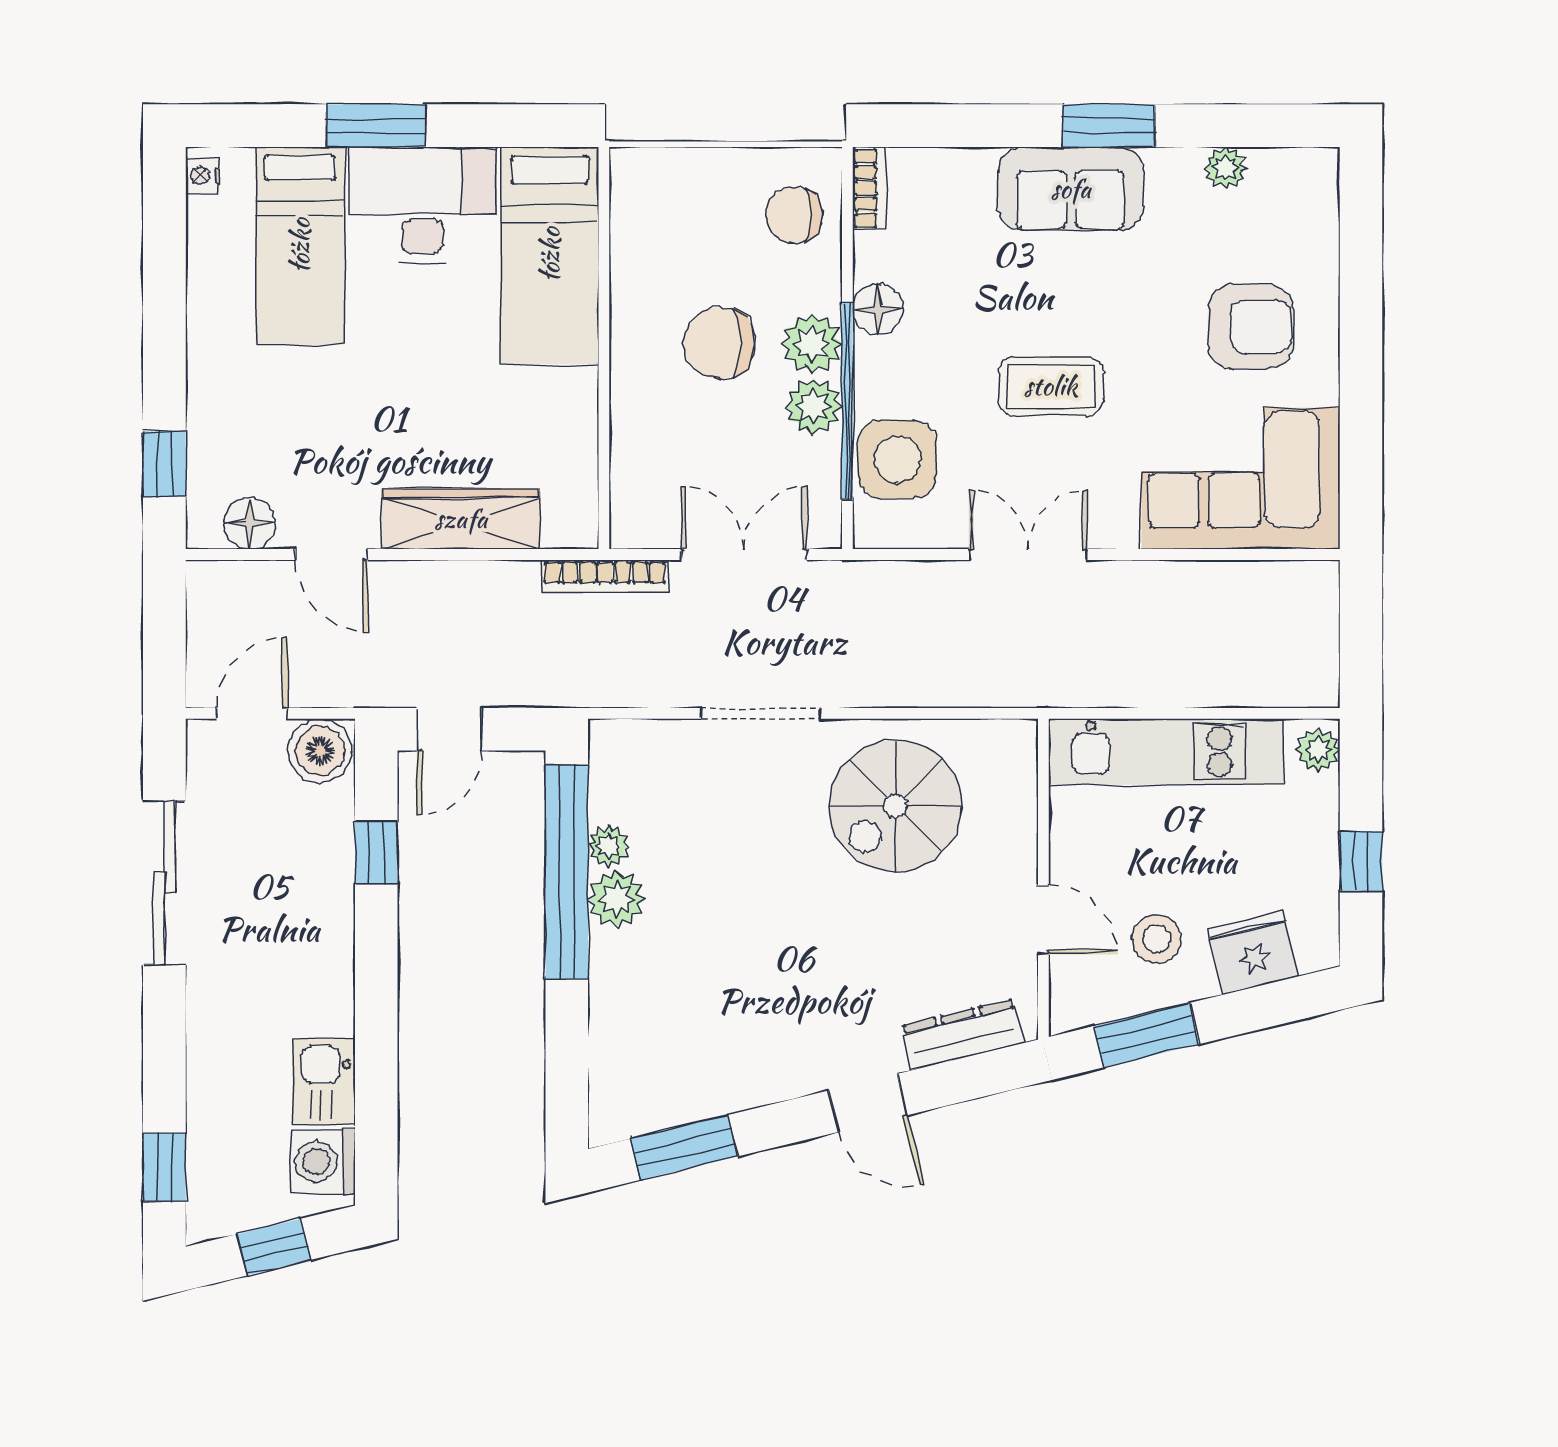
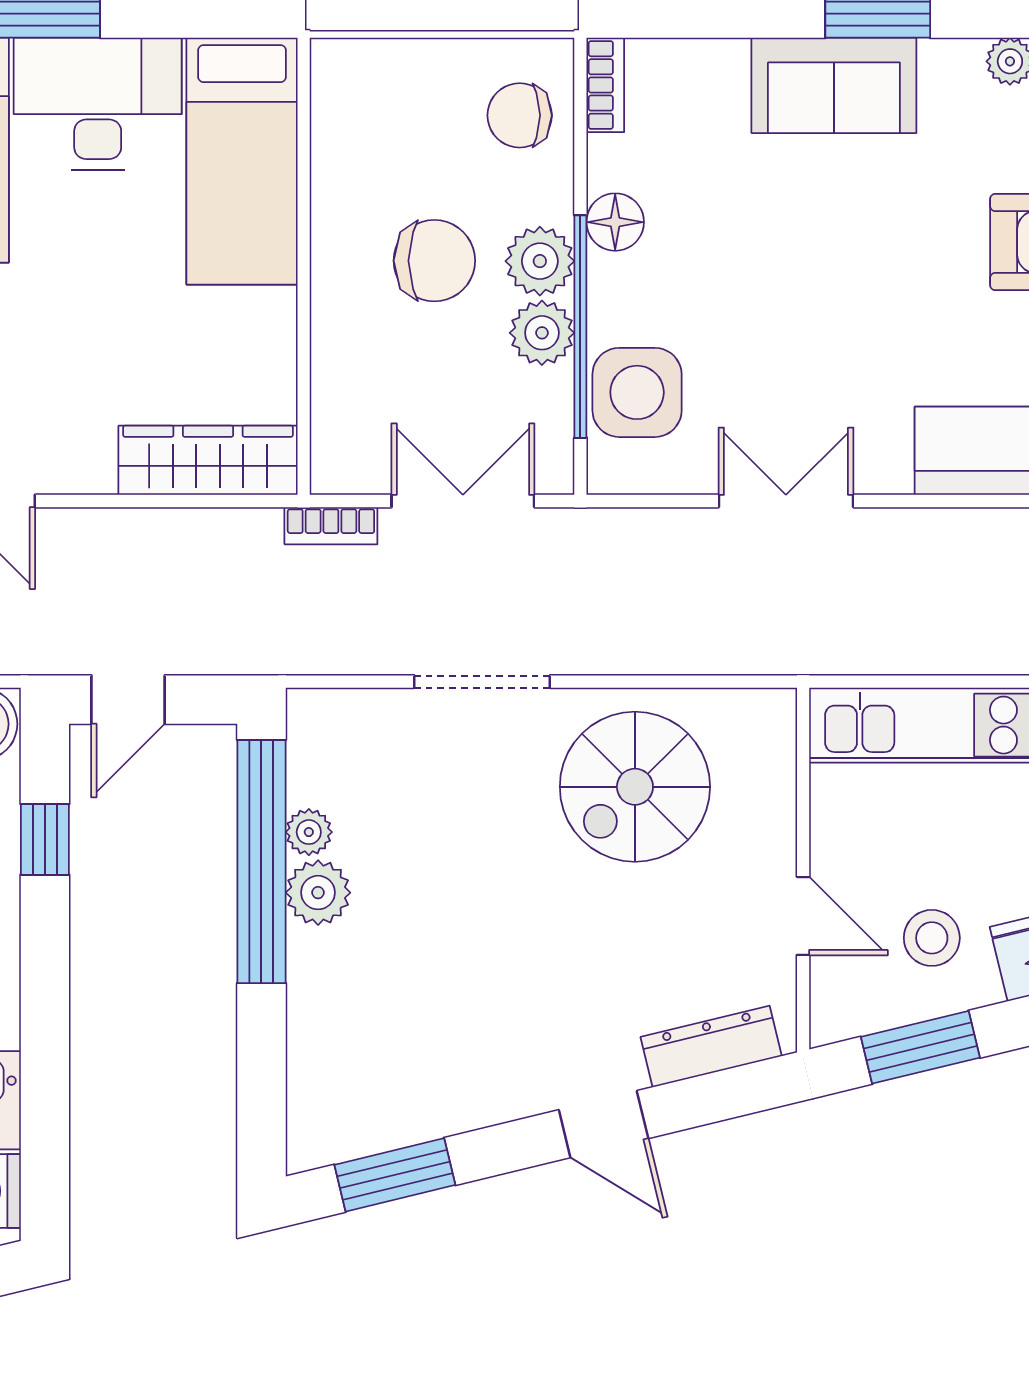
chair: (719, 343) -> (434, 261), turned 180
coffee table: (1051, 386) -> (812, 310), removed
wardrobe: (461, 519) -> (208, 460), moved
bookcase: (605, 576) -> (331, 526), width x0.64

